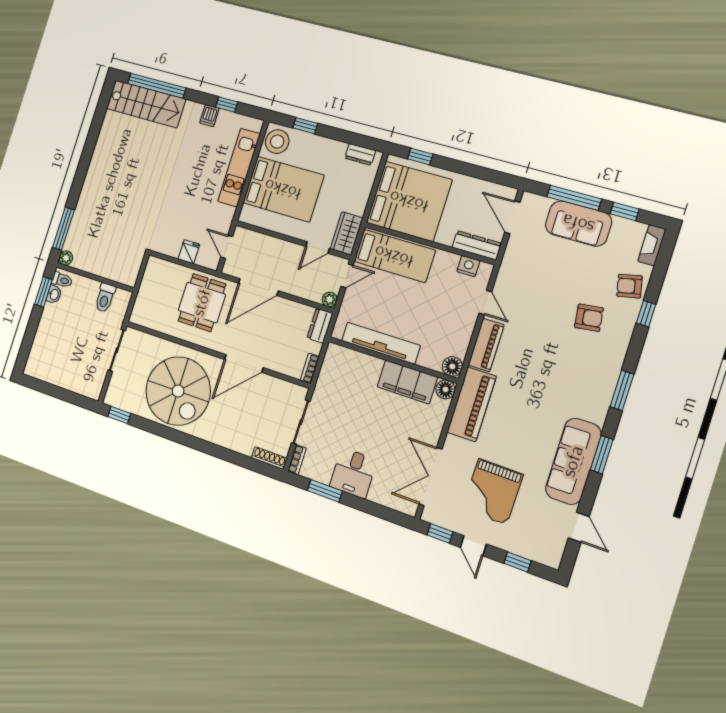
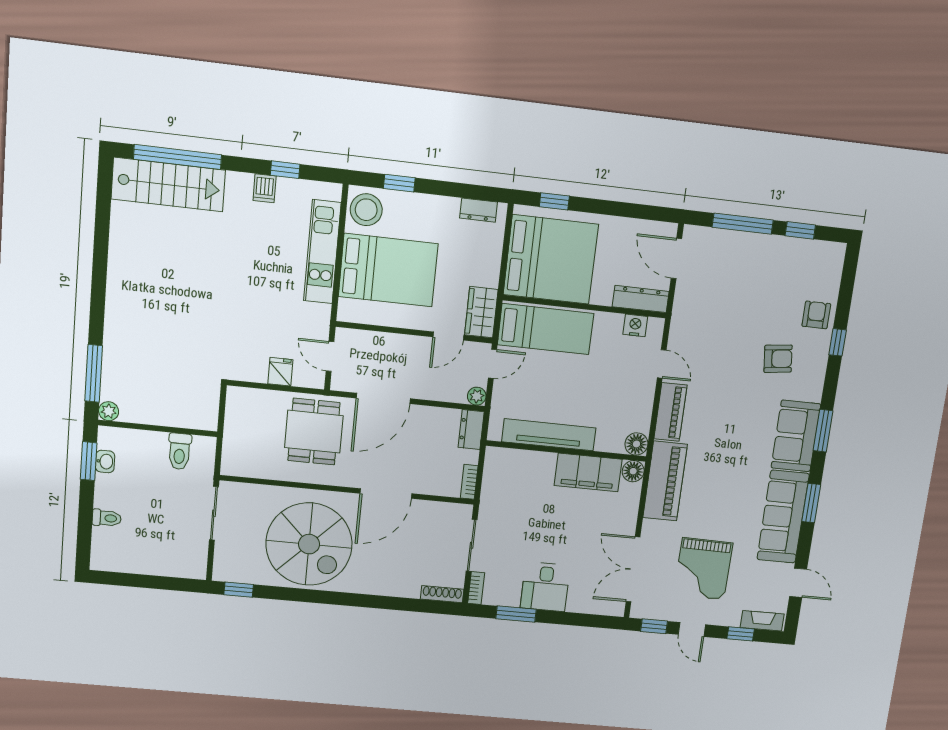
sofa: (578, 223) -> (796, 436), moved, turned 90
fireplace: (652, 245) -> (762, 621), moved, turned 90
toilet: (62, 280) -> (107, 518), moved
armchair: (629, 286) -> (816, 315), turned 102

